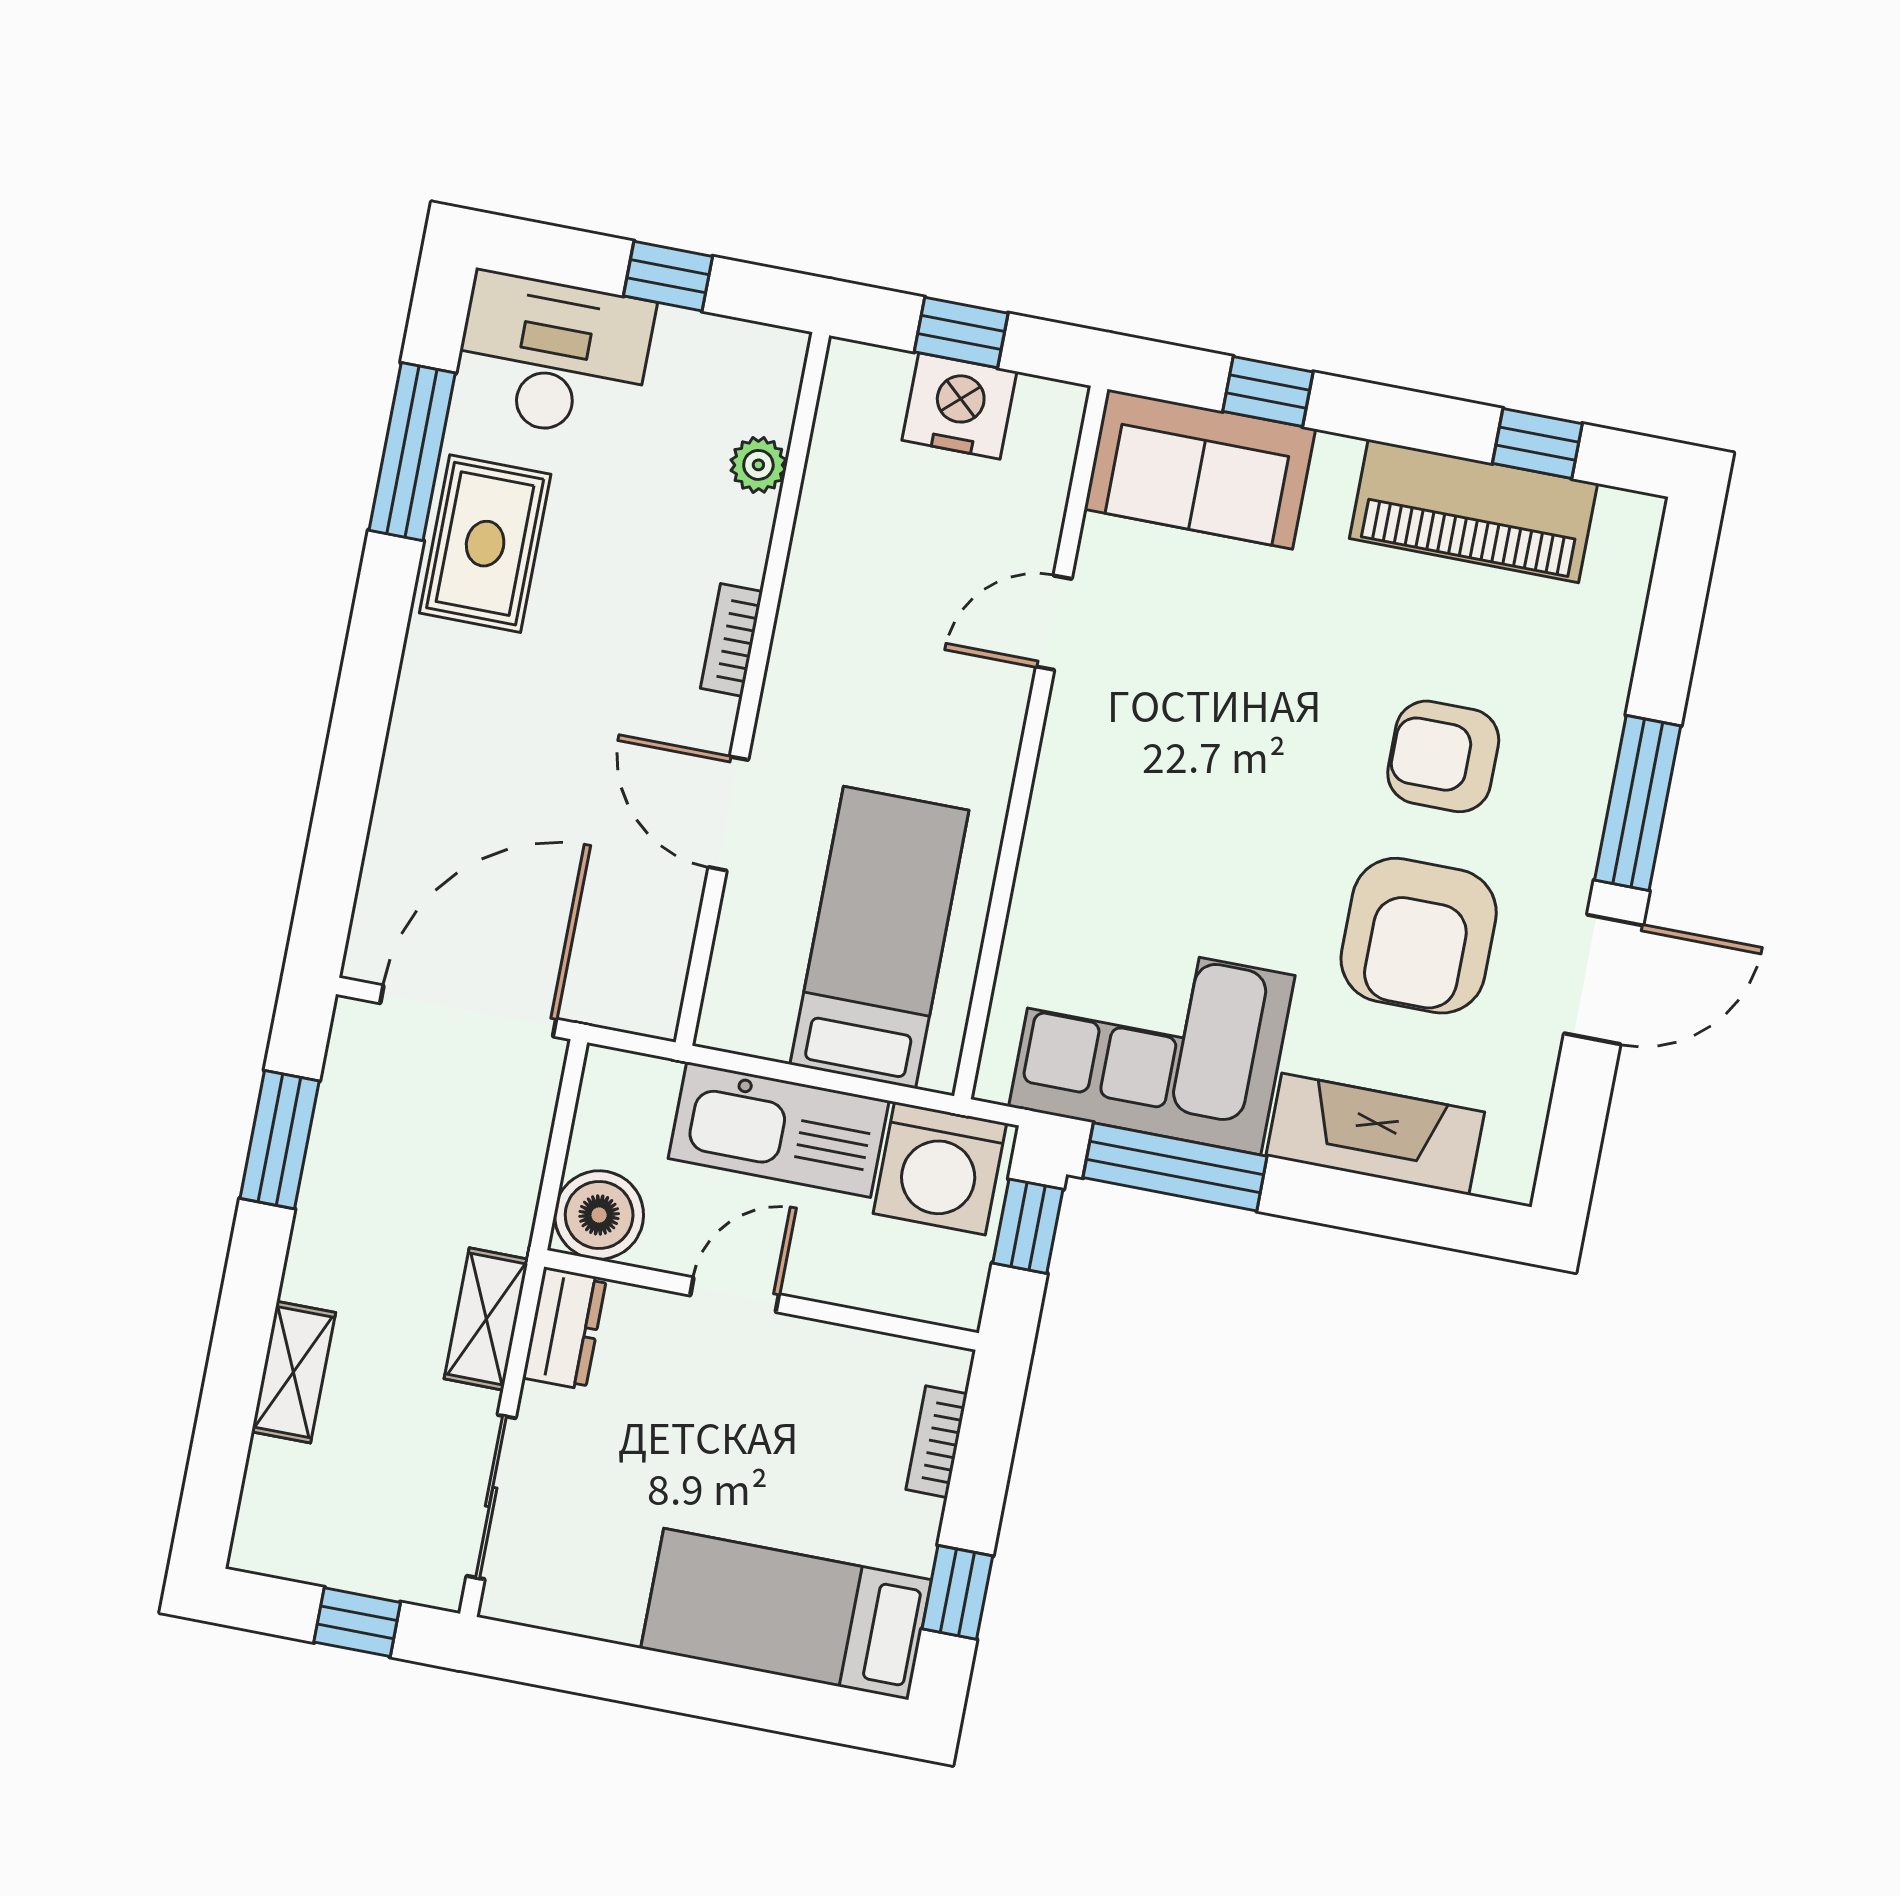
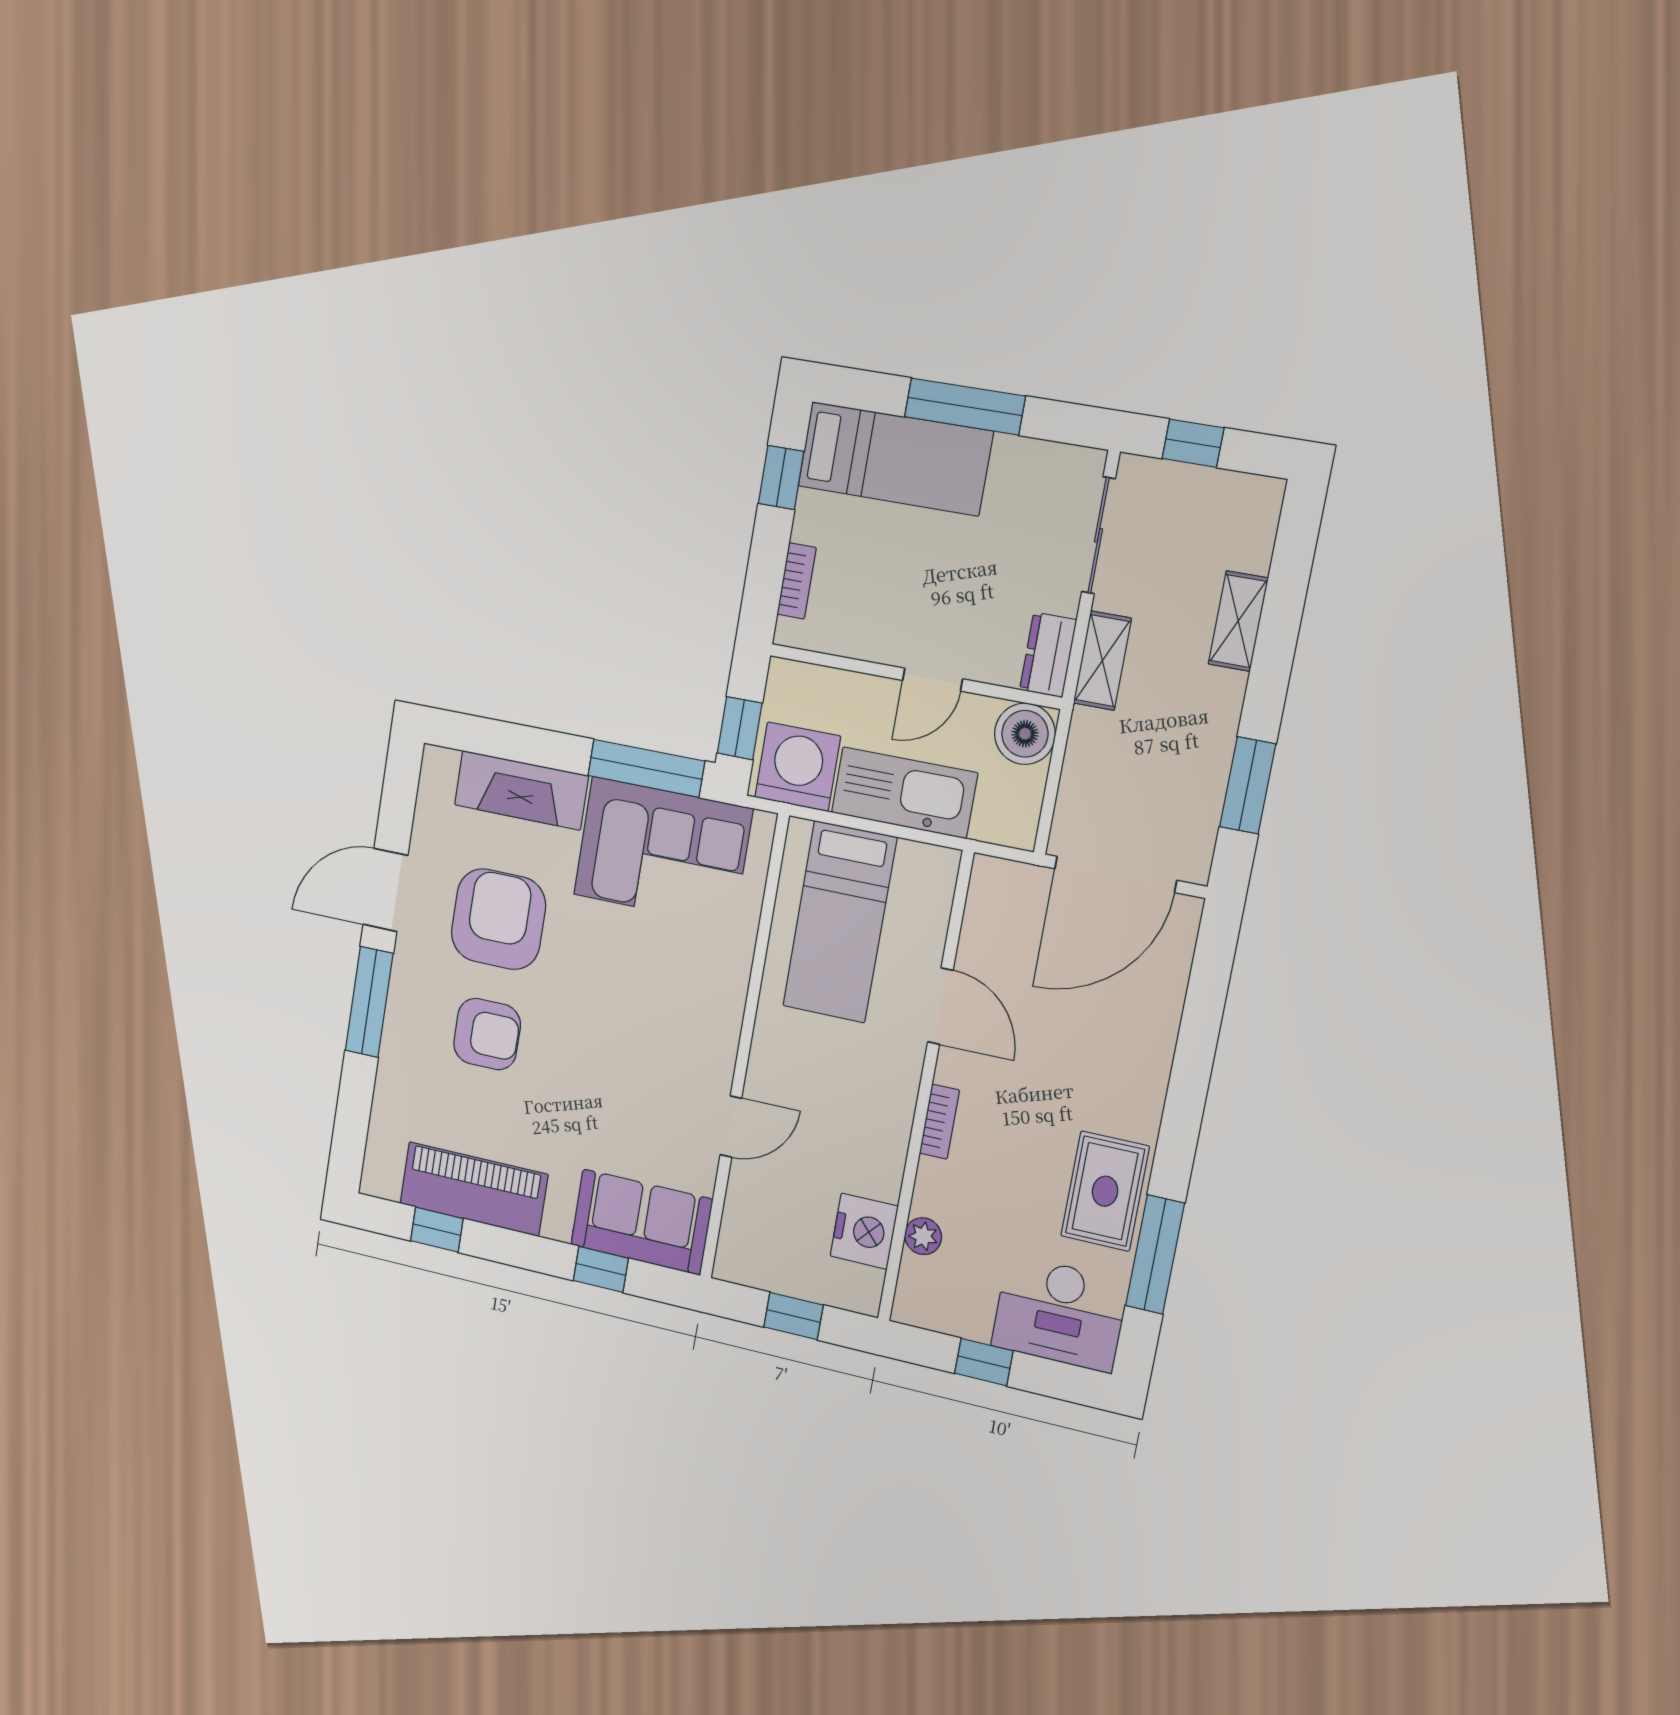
nightstand: (959, 406) -> (864, 1231), moved, turned -90
window: (683, 1685) -> (965, 406), added

